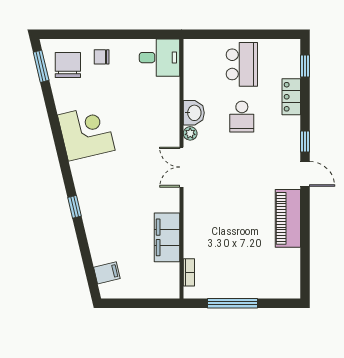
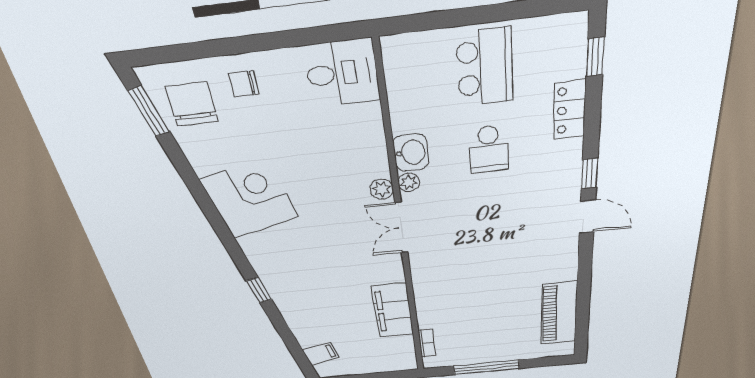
plant: (172, 136) -> (382, 189), added
piano: (288, 218) -> (559, 313), moved

